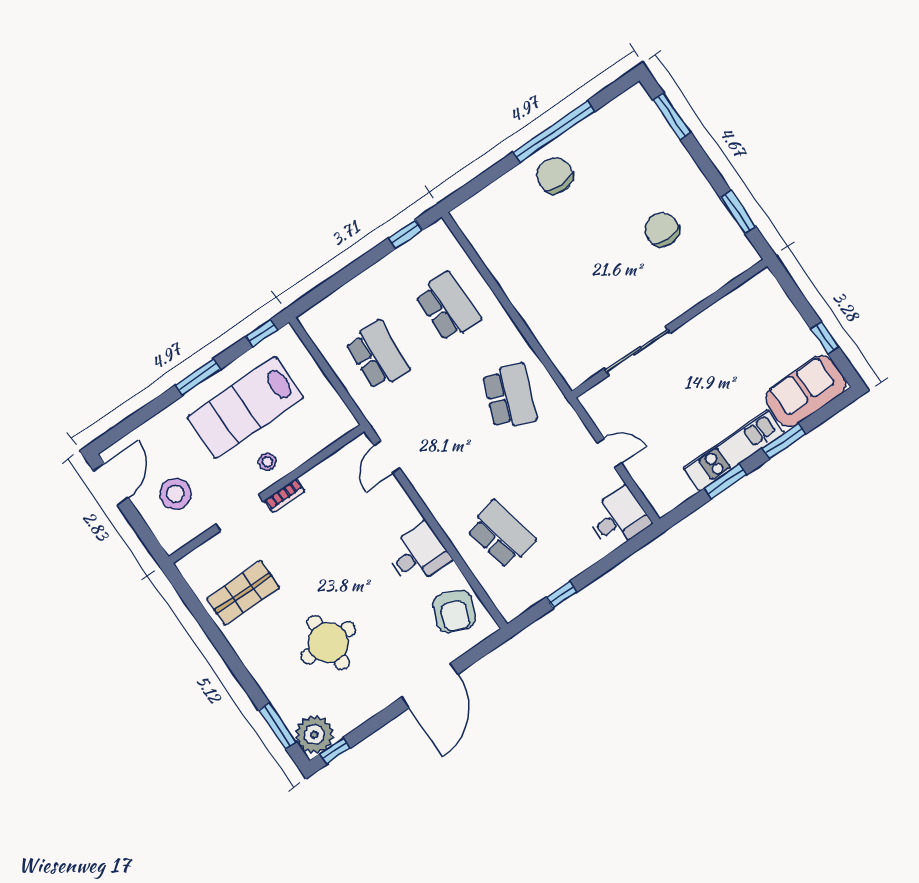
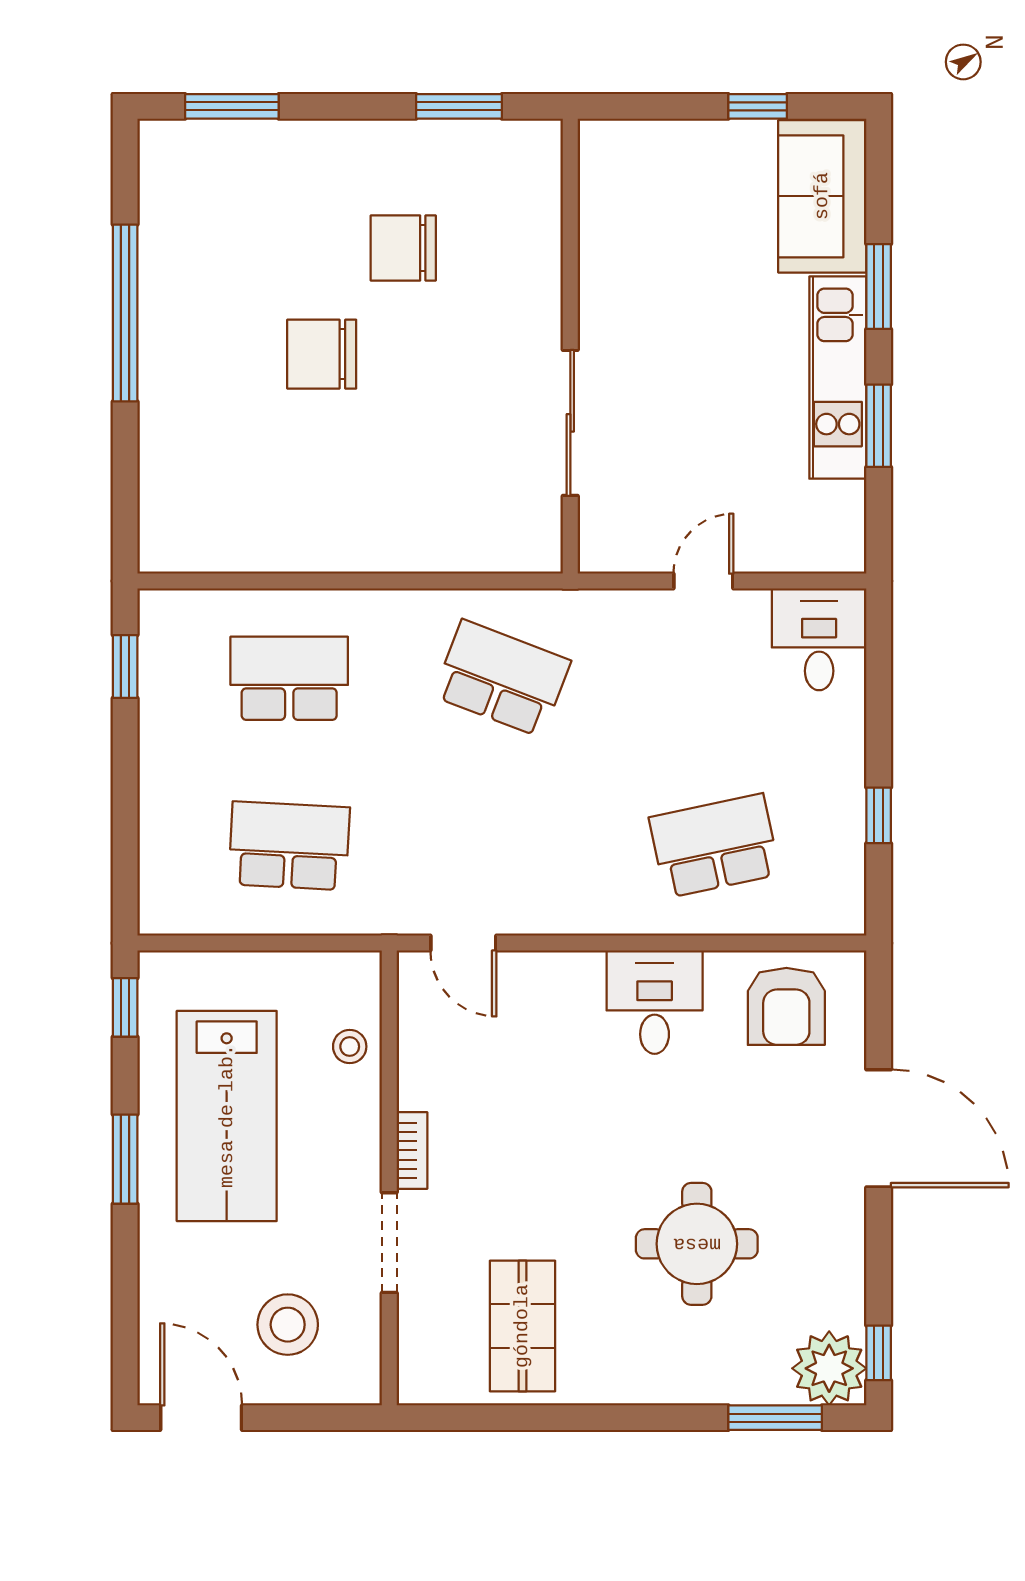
chair: (555, 175) -> (322, 354), moved
stool: (267, 462) -> (350, 1047), moved
armchair: (454, 611) -> (786, 1006), turned 68

